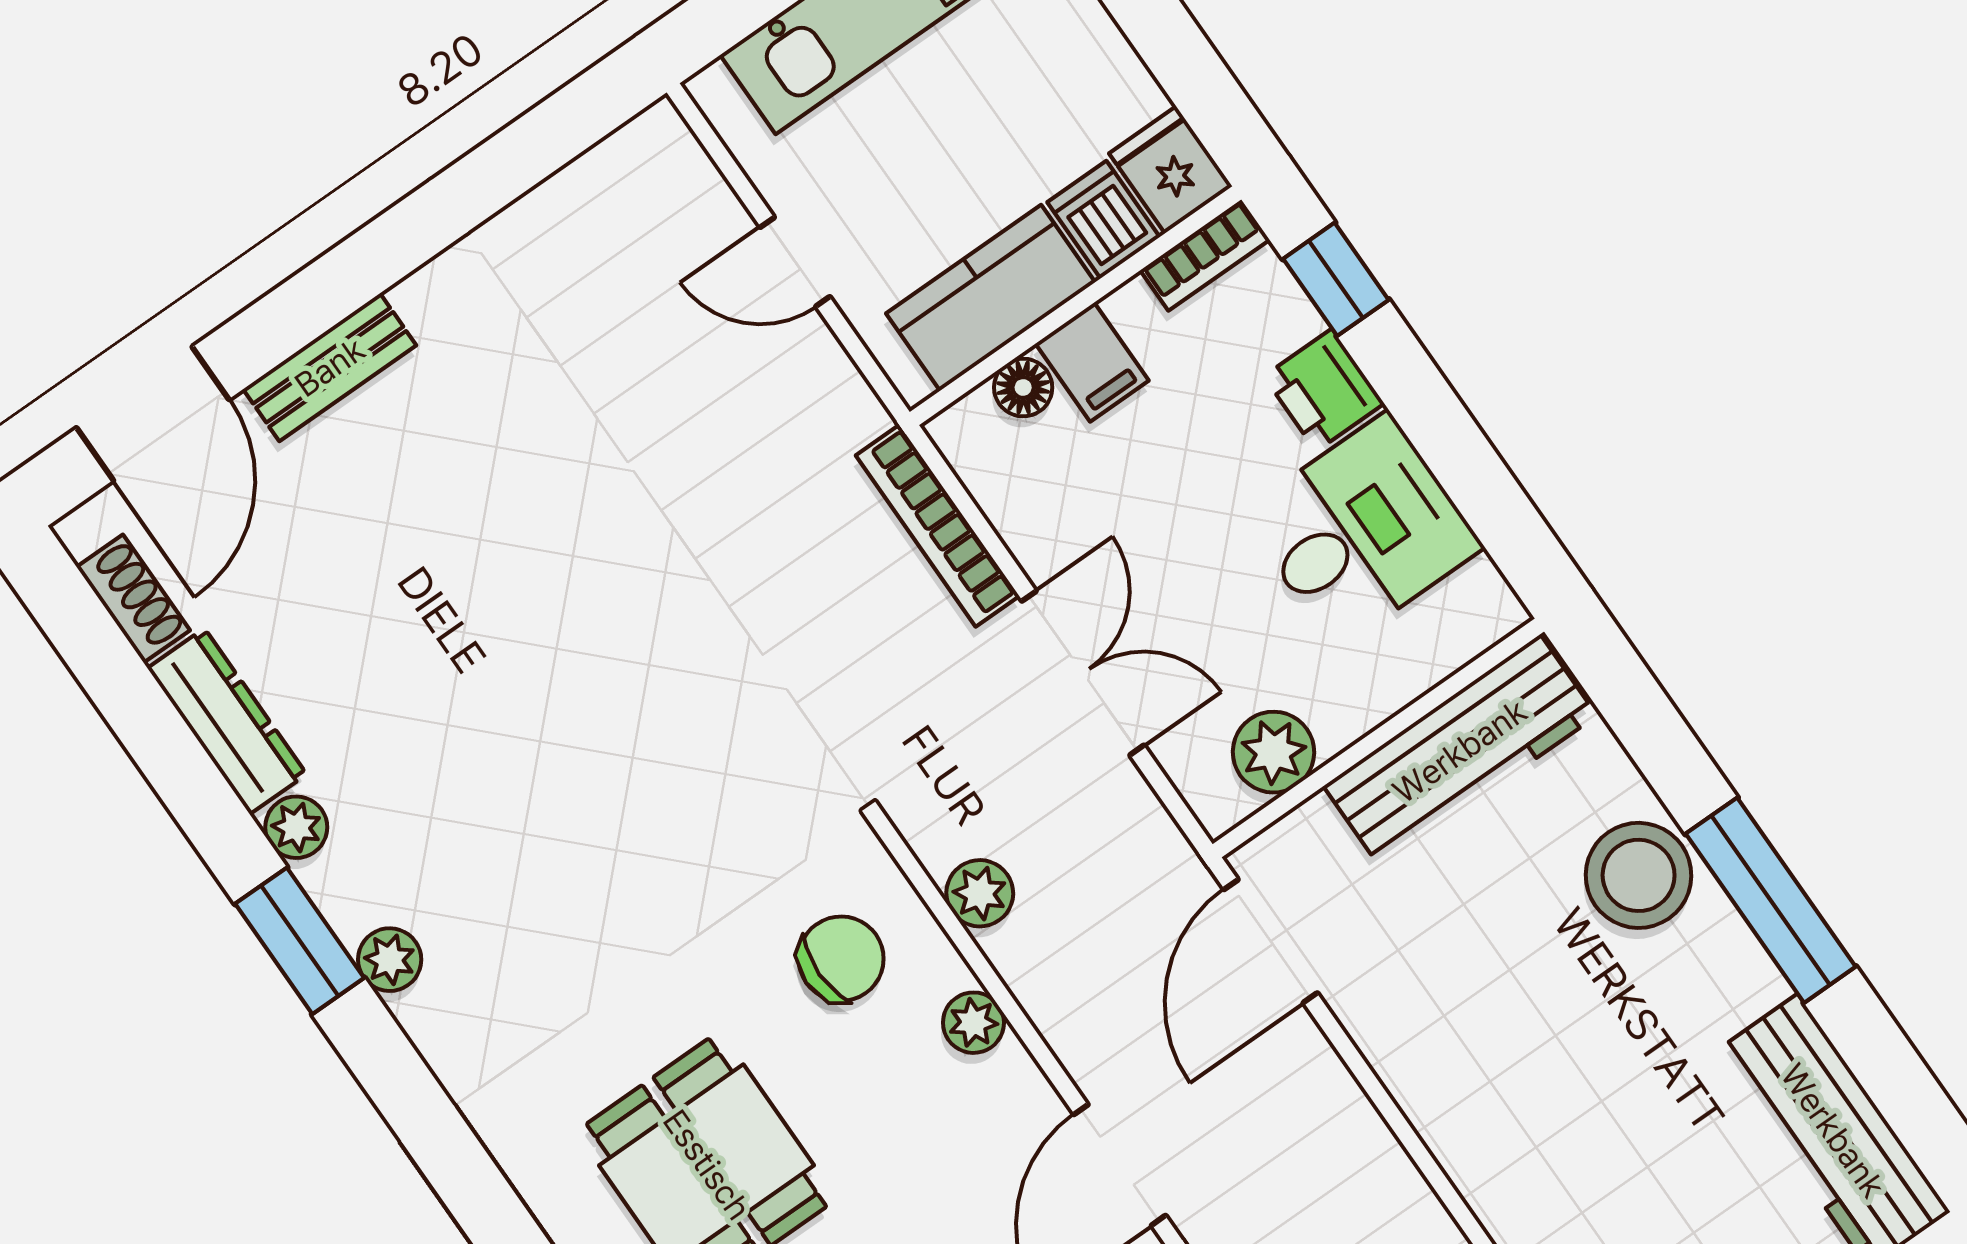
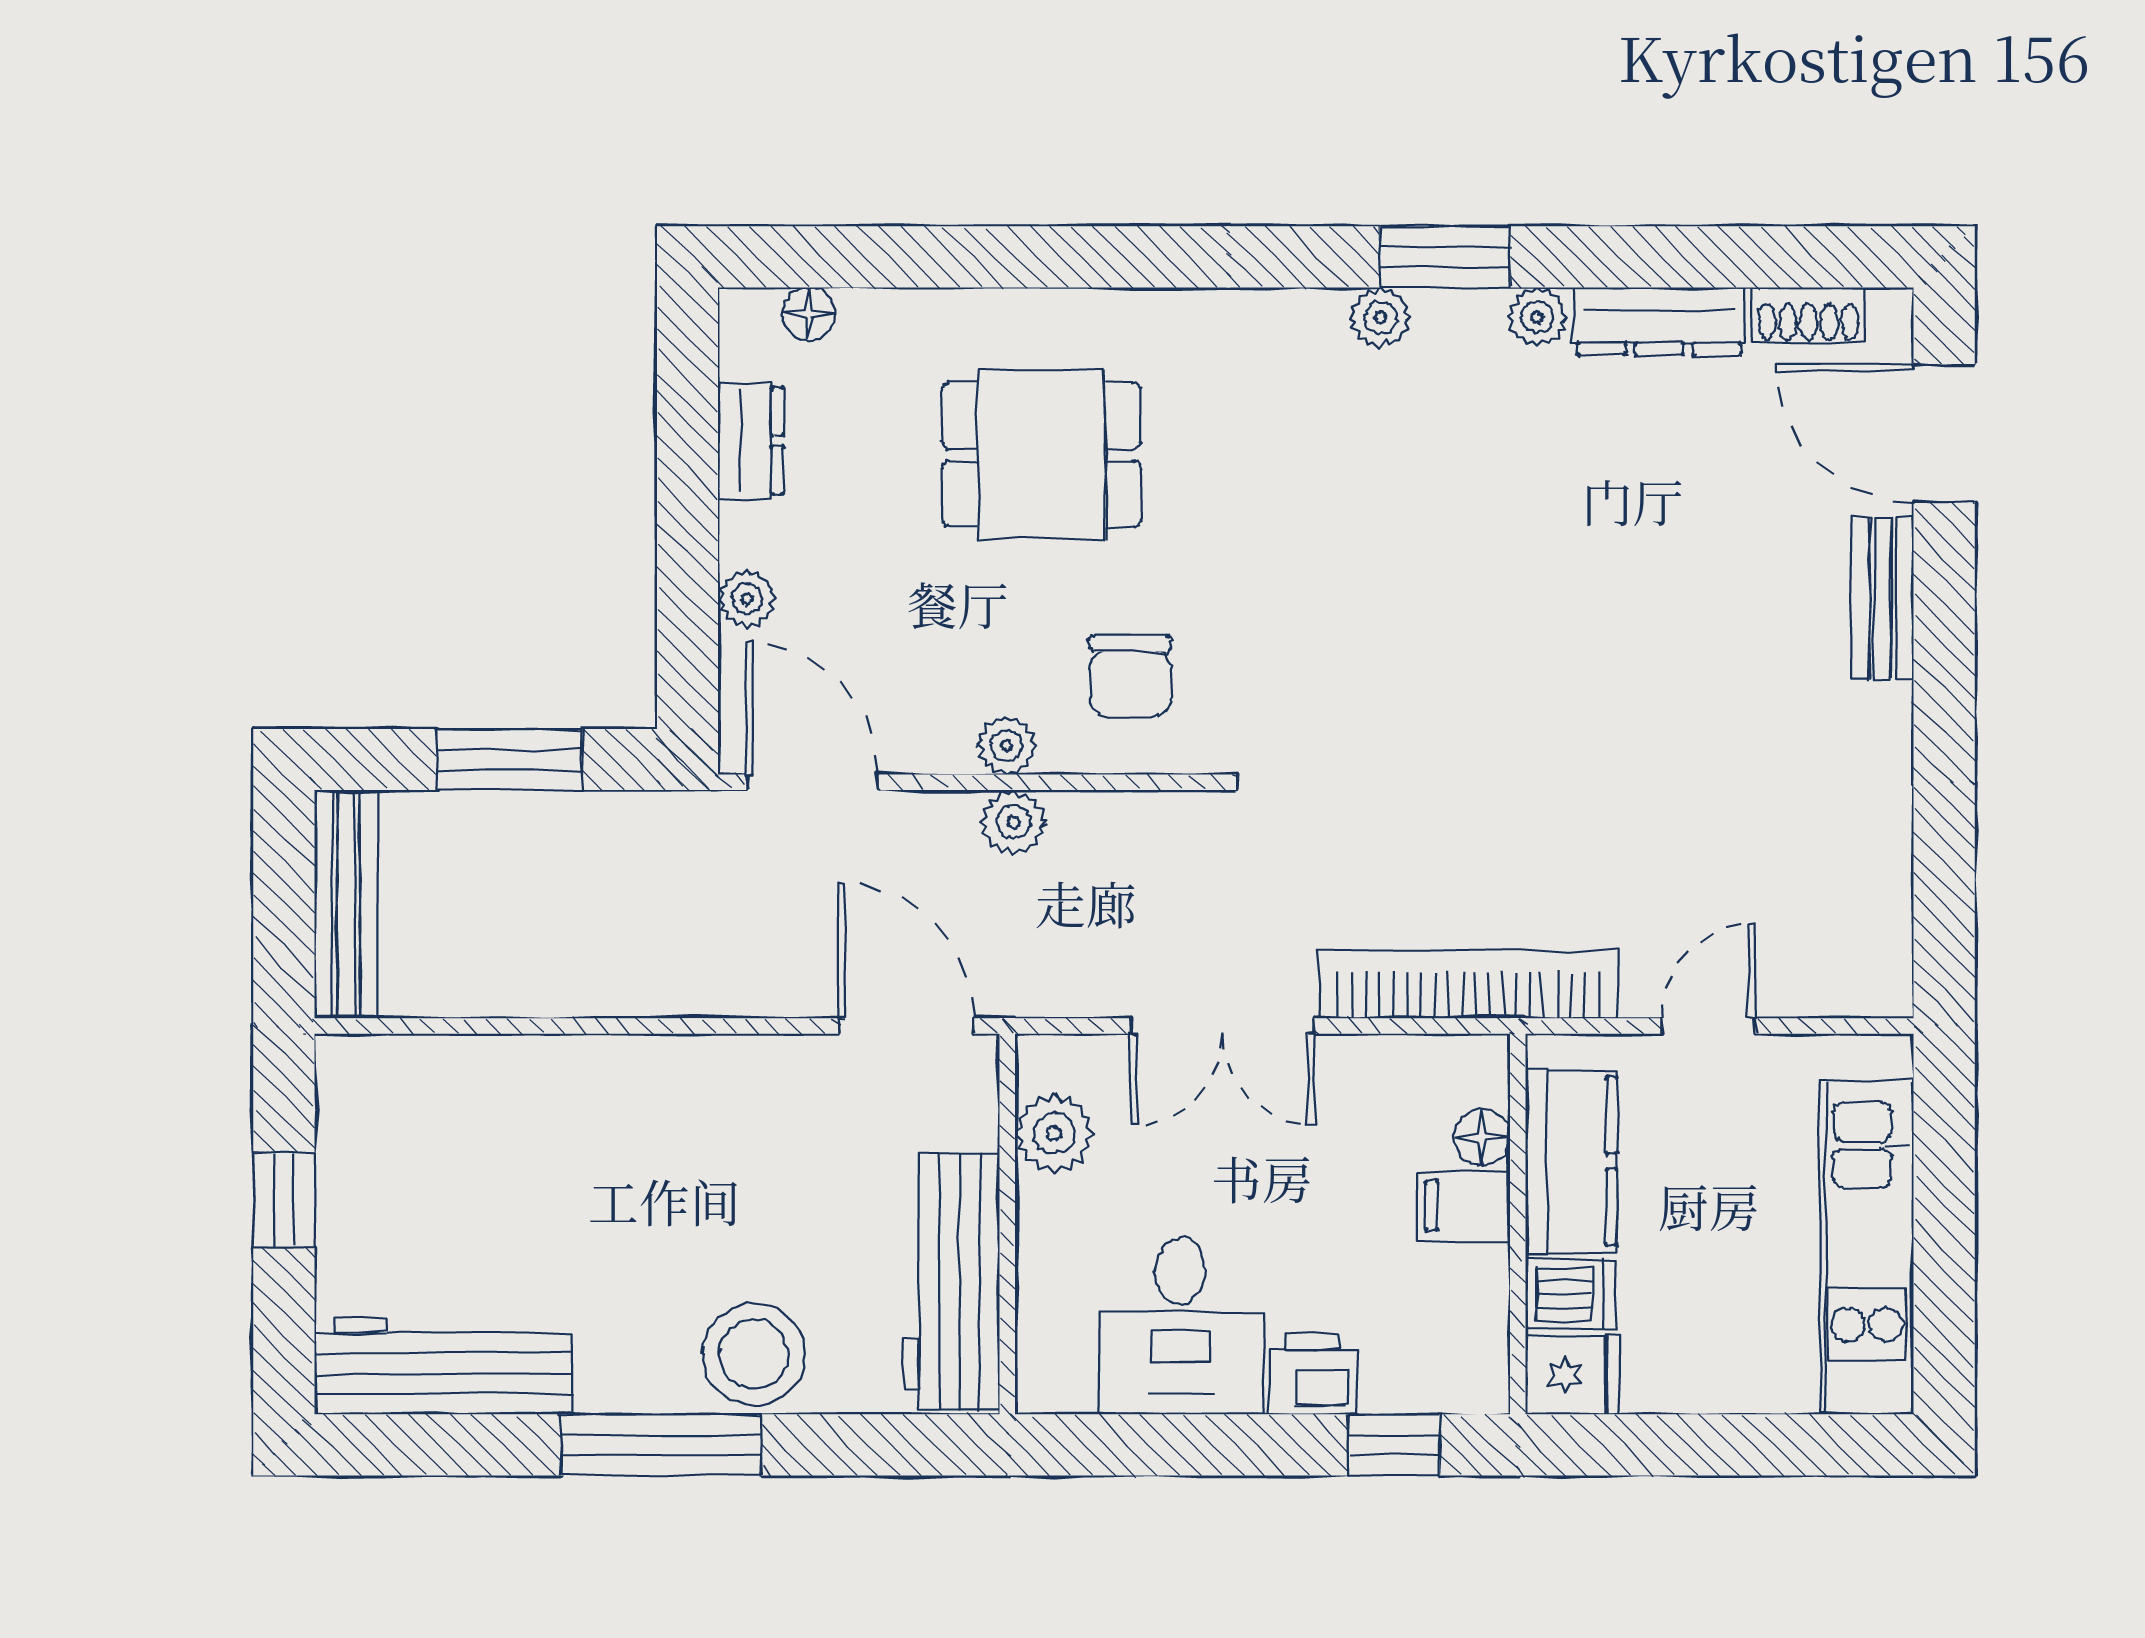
bookcase: (1205, 255) -> (1486, 1355), removed
bookcase: (937, 526) -> (1469, 984), width x1.48, depth x1.31
plant: (980, 893) -> (1013, 822), moved

